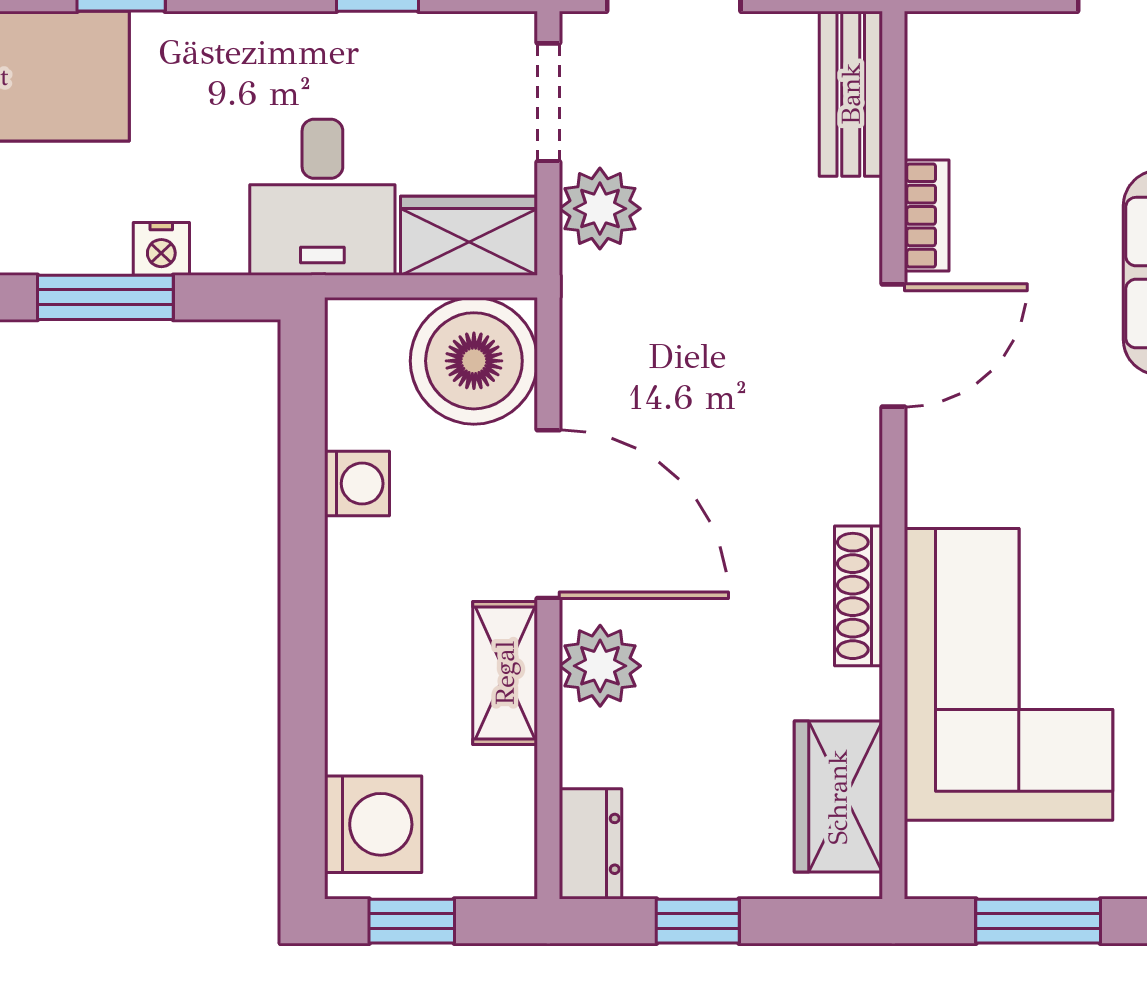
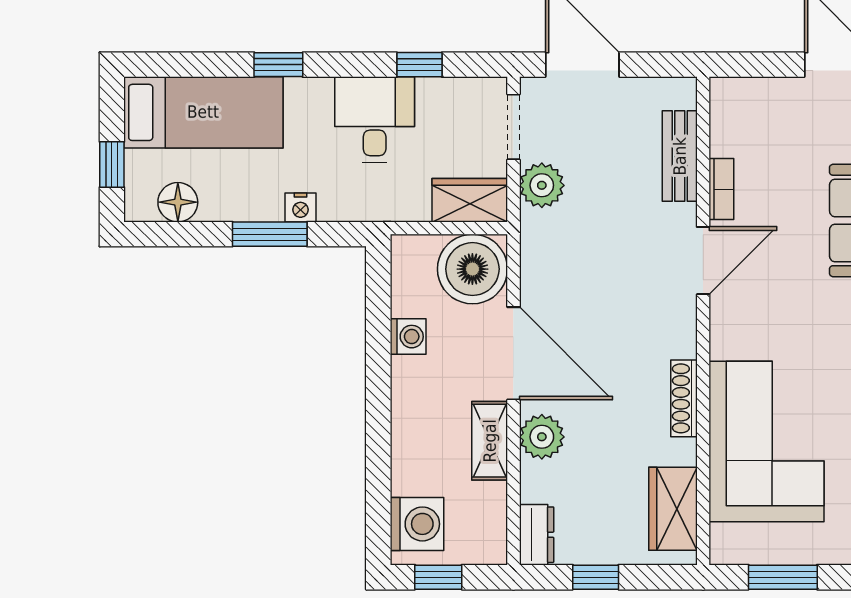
bench: (851, 94) -> (680, 156), moved
desk: (322, 197) -> (375, 120), moved, turned 180

